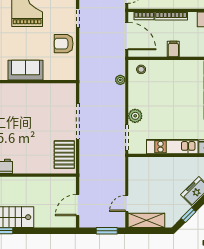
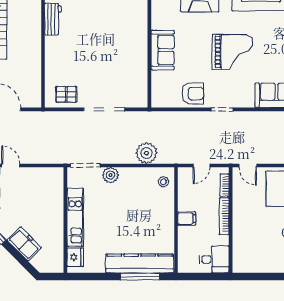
door: (127, 36) -> (201, 165), width x0.53
armchair: (64, 44) -> (193, 94), turned 90
plant: (120, 80) -> (147, 153), width x1.87, depth x1.87
pallet: (64, 155) -> (66, 94), width x0.67, depth x0.71

